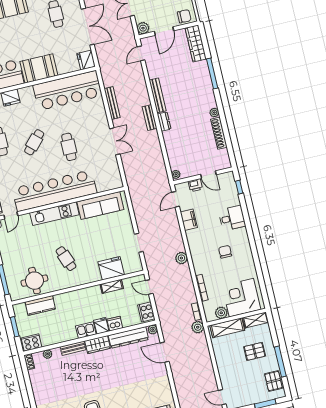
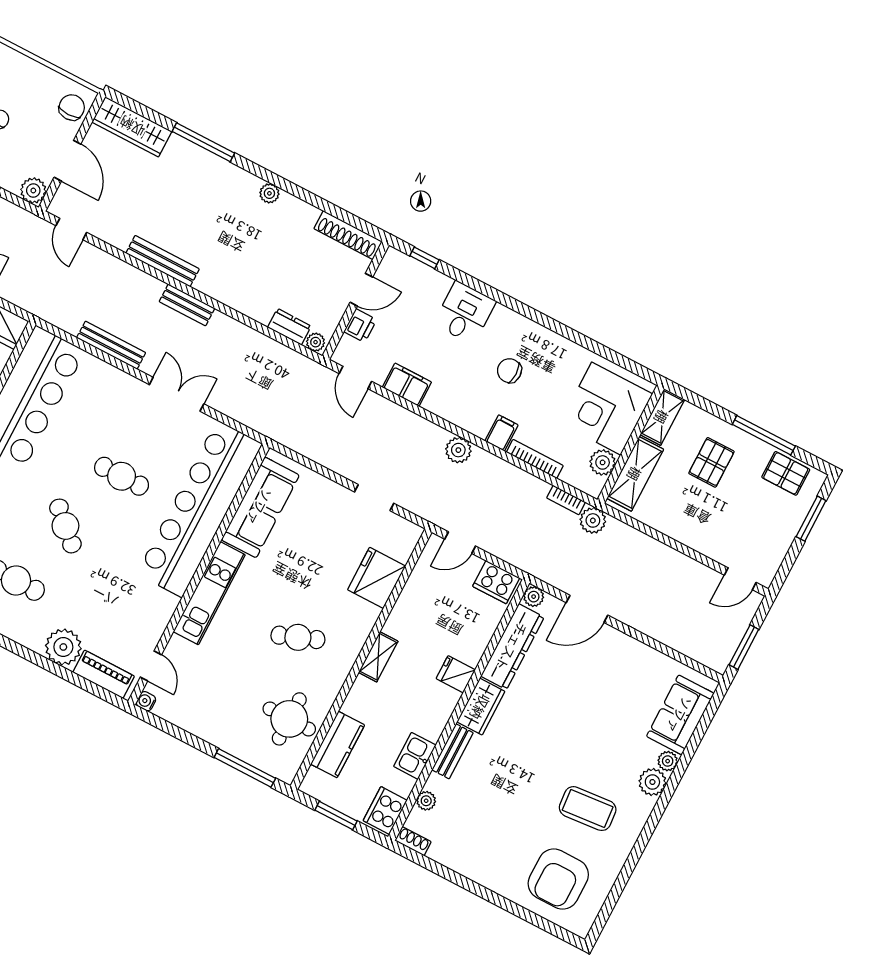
dresser: (164, 122) -> (289, 327), moved
shoe rack: (219, 133) -> (348, 235), moved
bar counter: (55, 191) -> (199, 509), moved
filing cabinet: (201, 268) -> (501, 433), added
shelving: (112, 286) -> (378, 657), moved
dishwasher: (115, 324) -> (471, 650), removed
kitchen sink: (86, 330) -> (415, 756), moved

